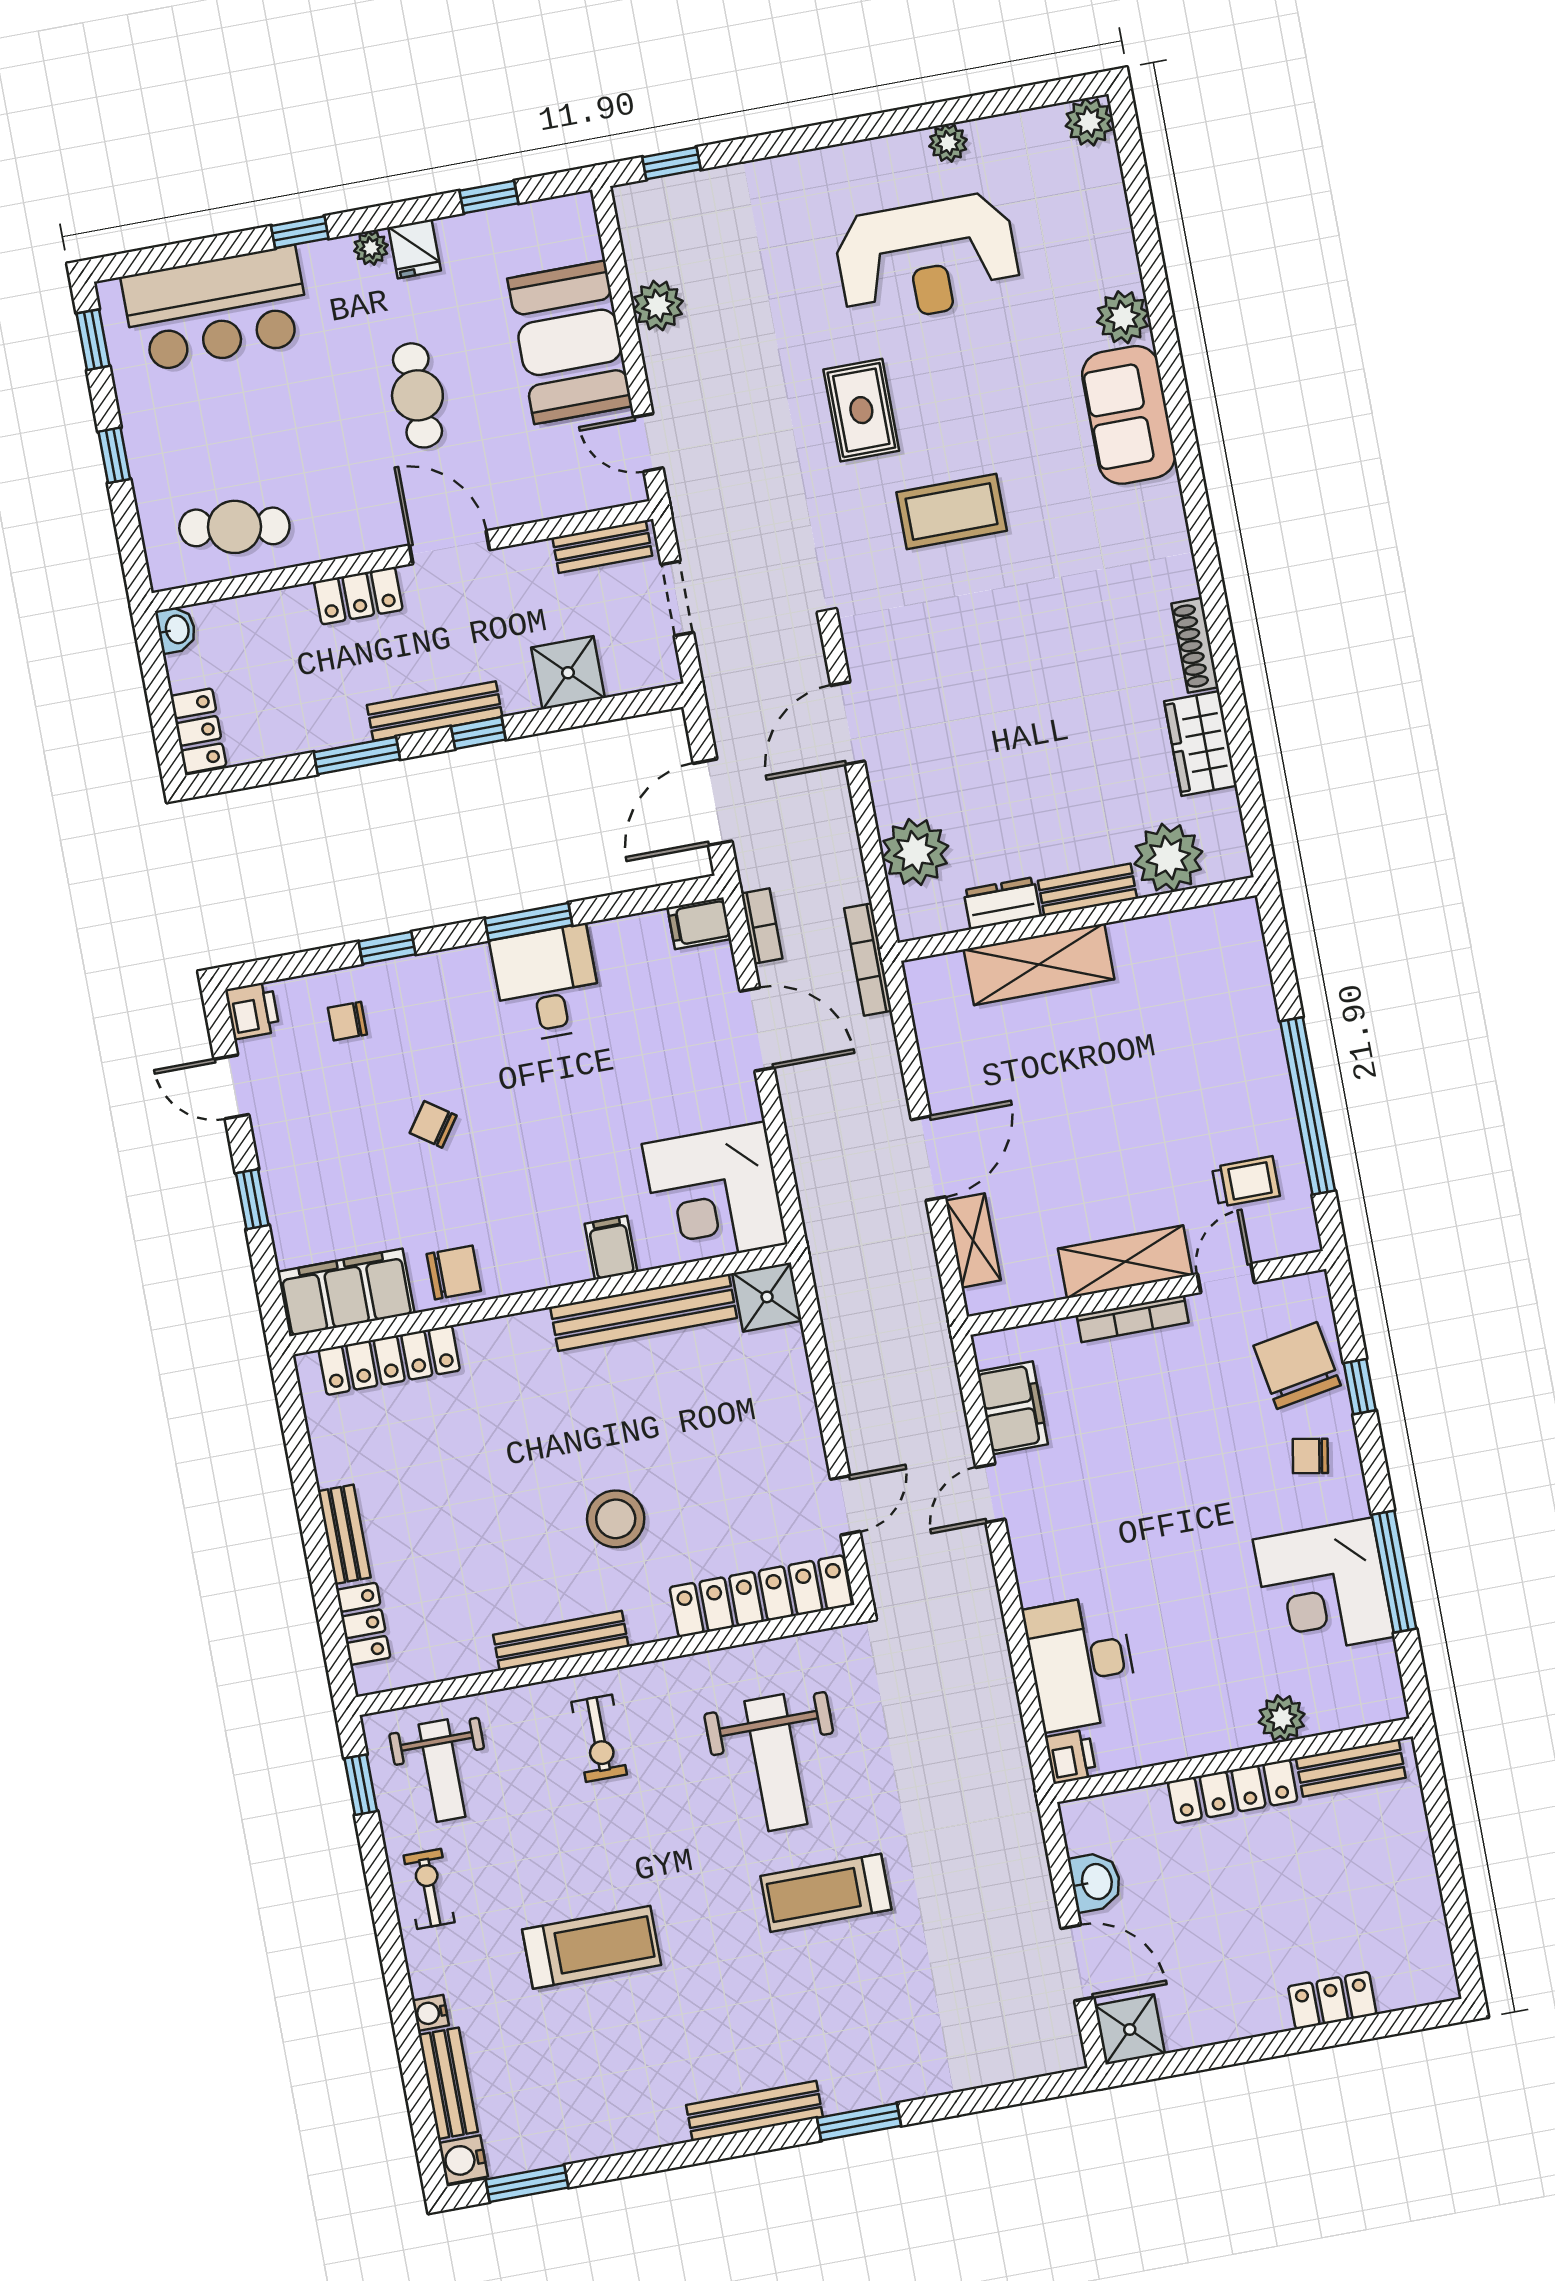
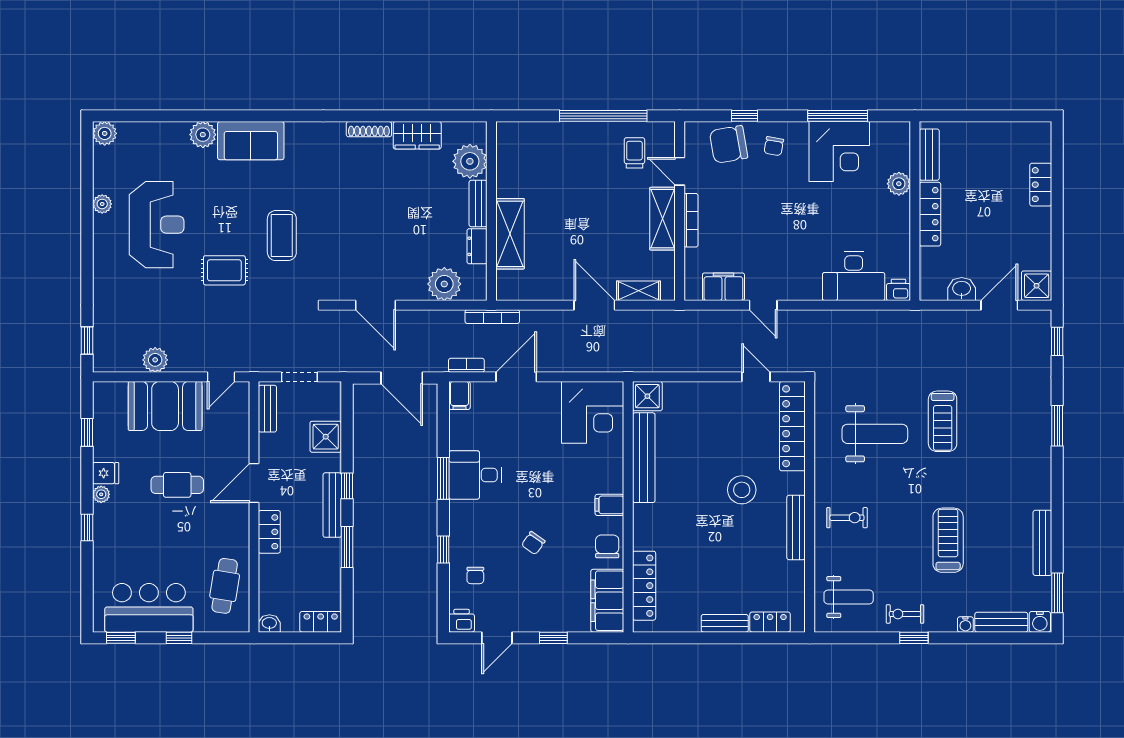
bar counter: (216, 309) -> (149, 608), moved, turned -90
filing cabinet: (611, 1248) -> (609, 505), moved
window: (361, 1785) -> (914, 638), moved
window: (1027, 2091) -> (1057, 341), added
bench: (754, 2111) -> (1042, 543), moved

